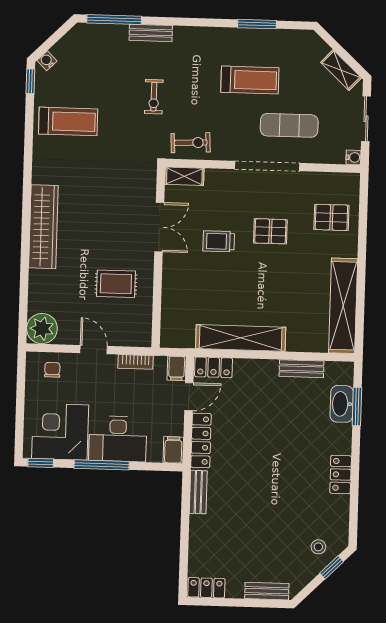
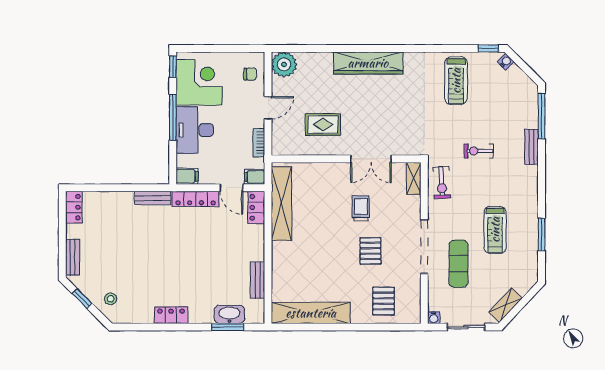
rug: (116, 284) -> (323, 124), turned 90
shelving: (241, 338) -> (281, 204), moved
window: (332, 567) -> (82, 298), moved

